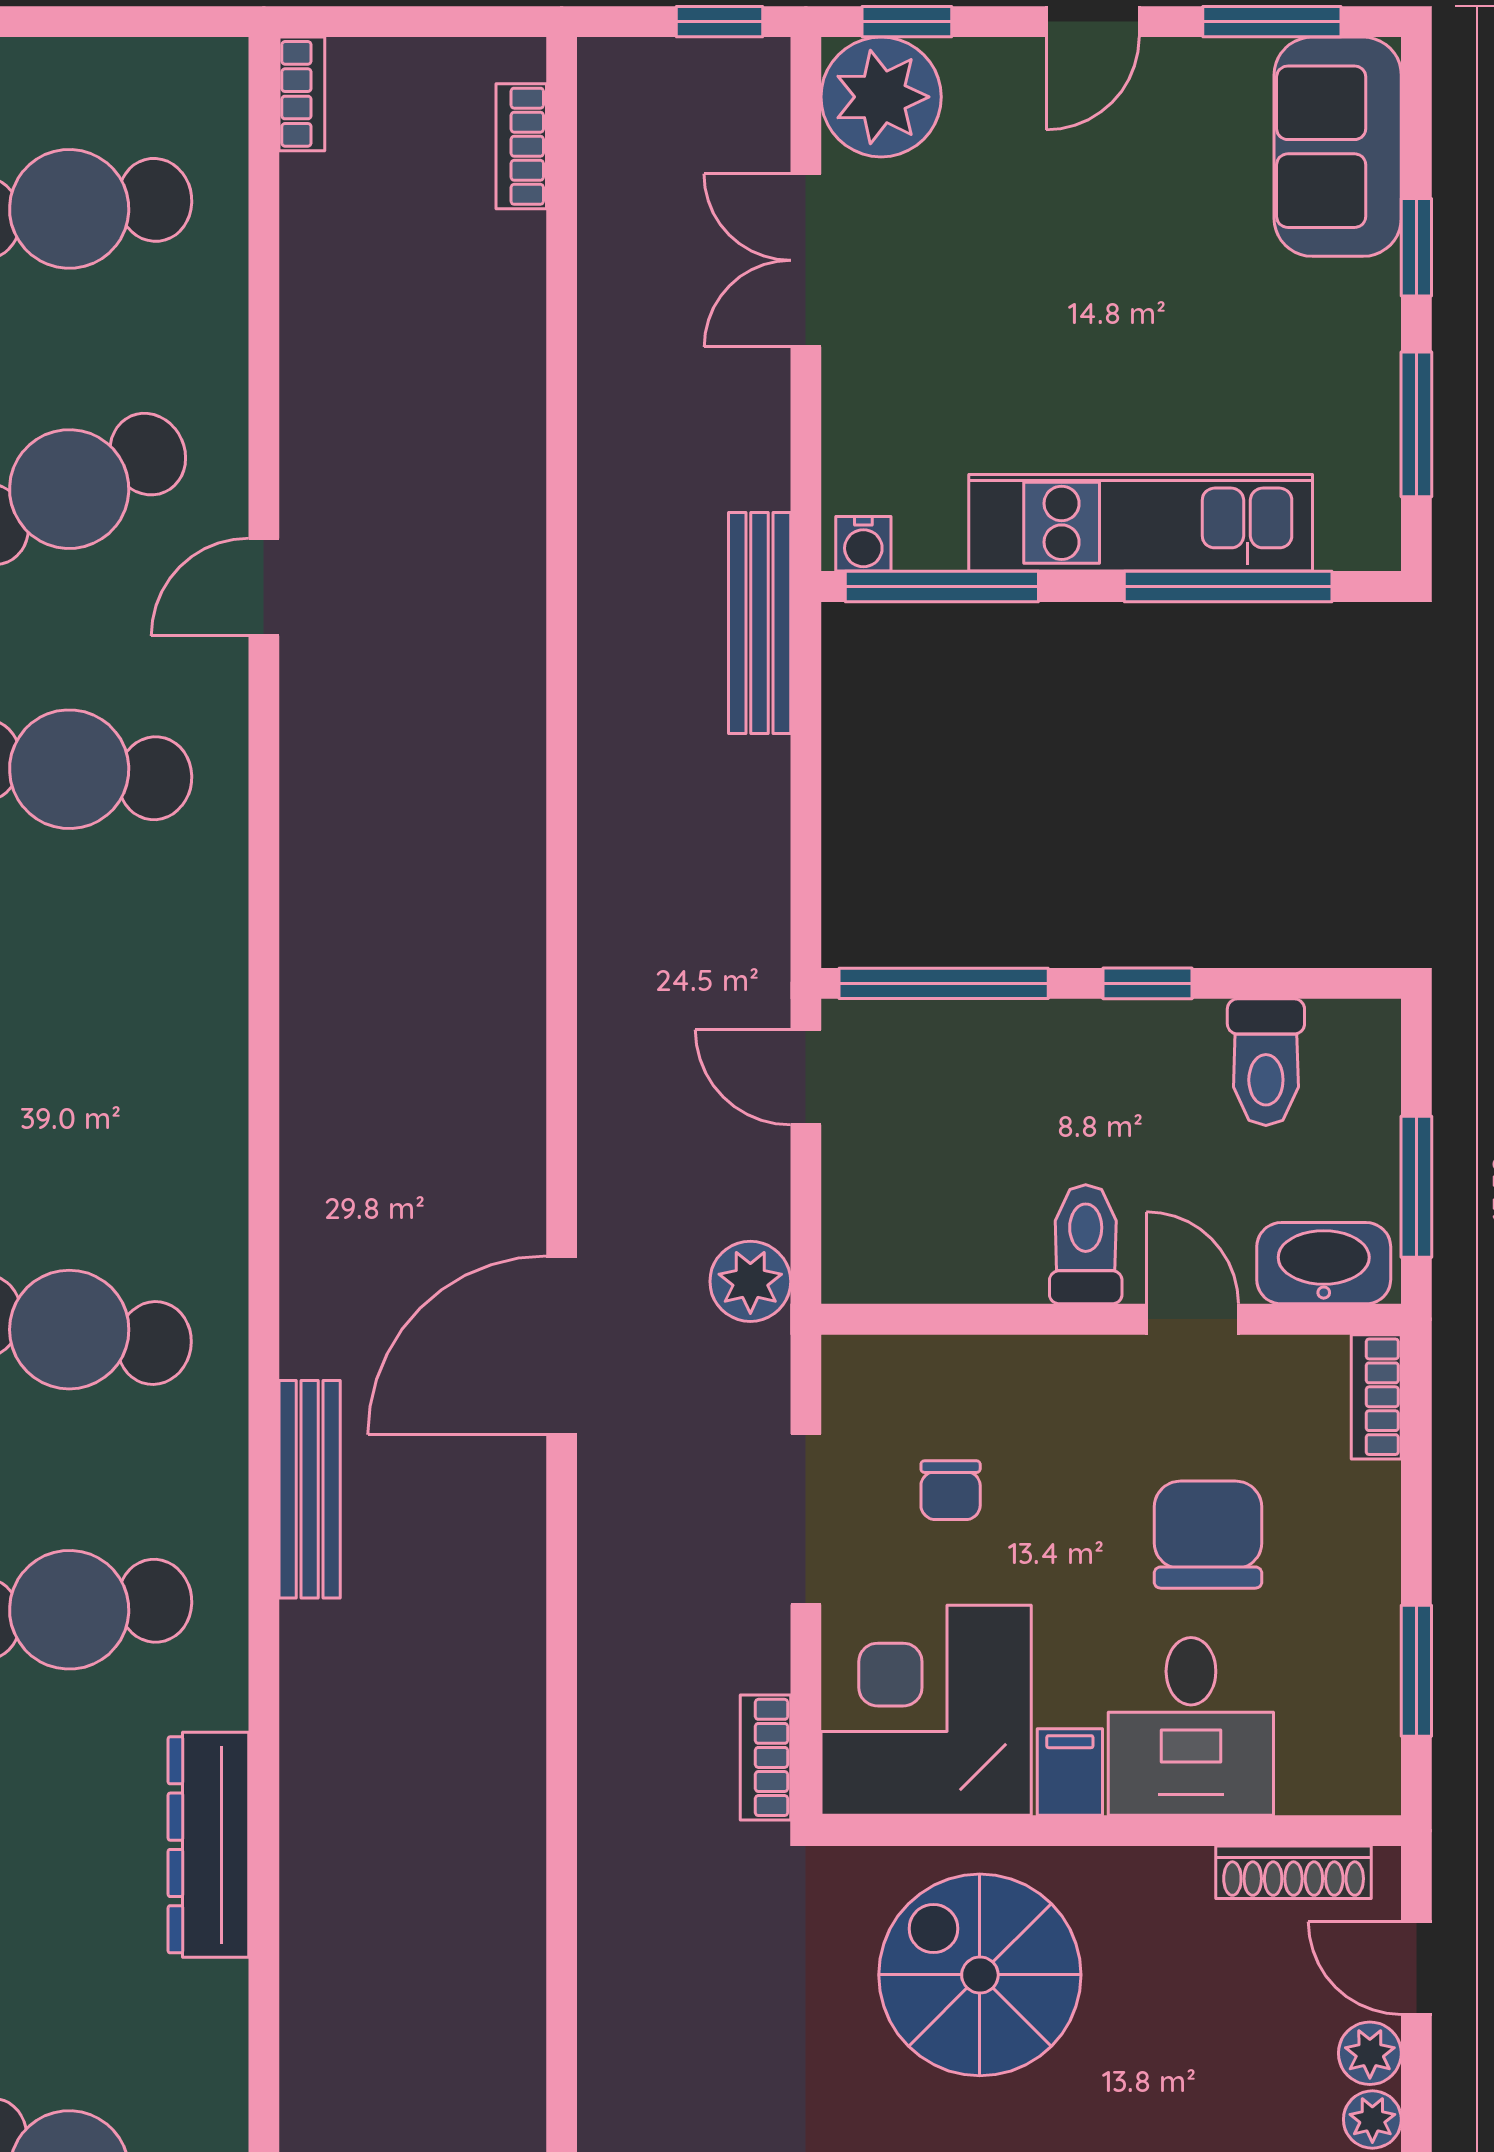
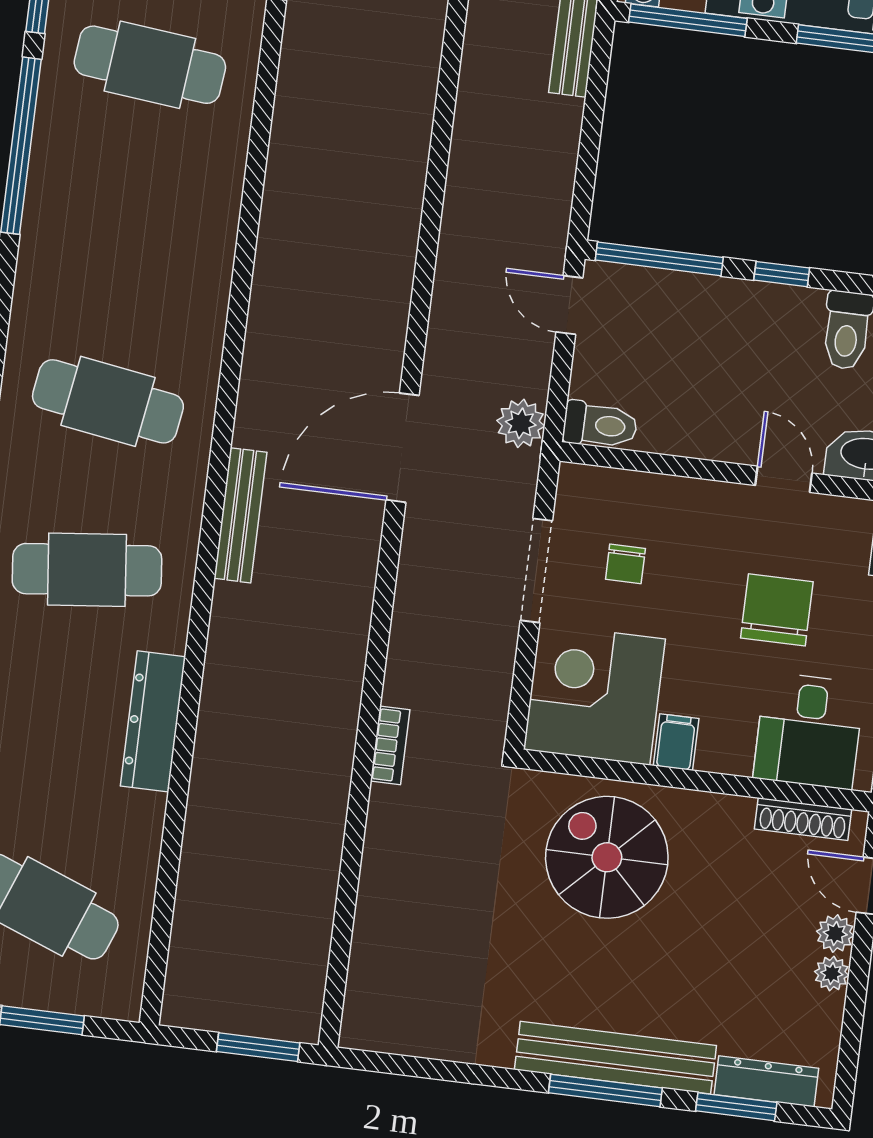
toilet: (1086, 1244) -> (600, 425), moved, turned 90
desk: (1191, 1726) -> (809, 731), moved
bookcase: (765, 1757) -> (390, 745), moved, turned 180

